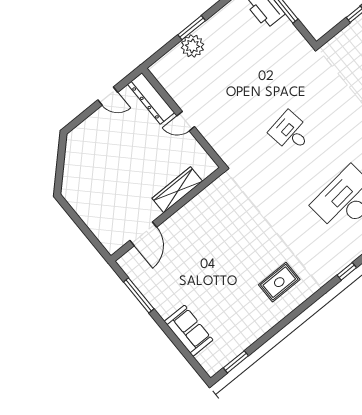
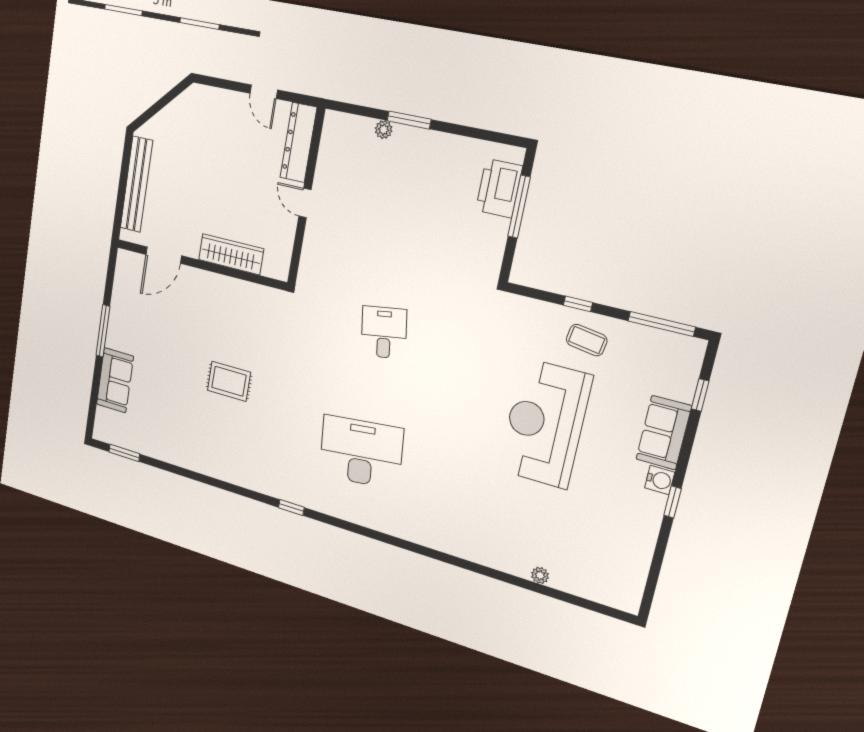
plant: (192, 46) -> (384, 130), width x0.53, depth x0.53
bench: (90, 217) -> (136, 184), added
rug: (279, 282) -> (229, 381), moved
window: (139, 295) -> (103, 331), moved

